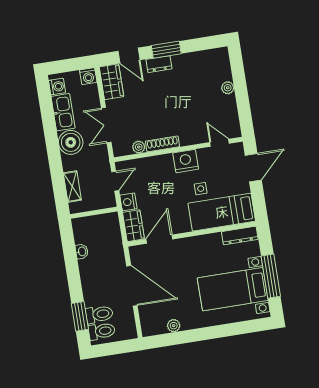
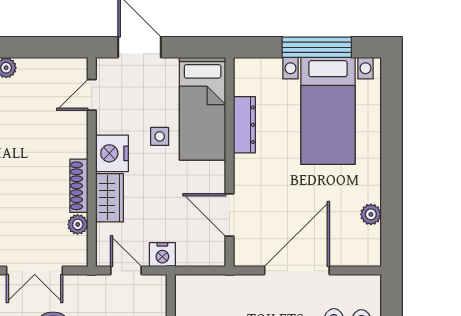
wardrobe: (133, 226) -> (109, 198), moved, turned 90
dresser: (240, 236) -> (244, 125), moved

